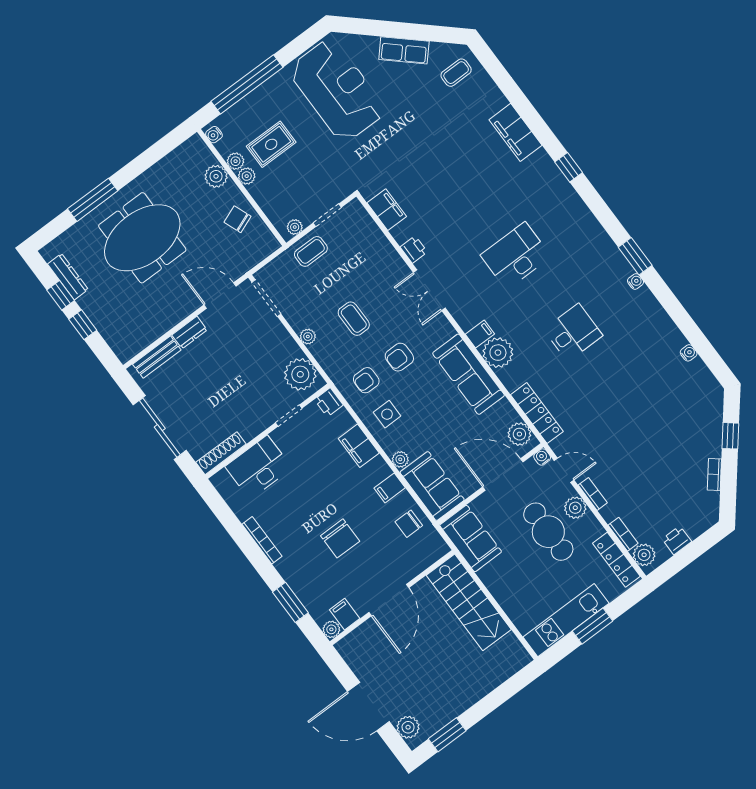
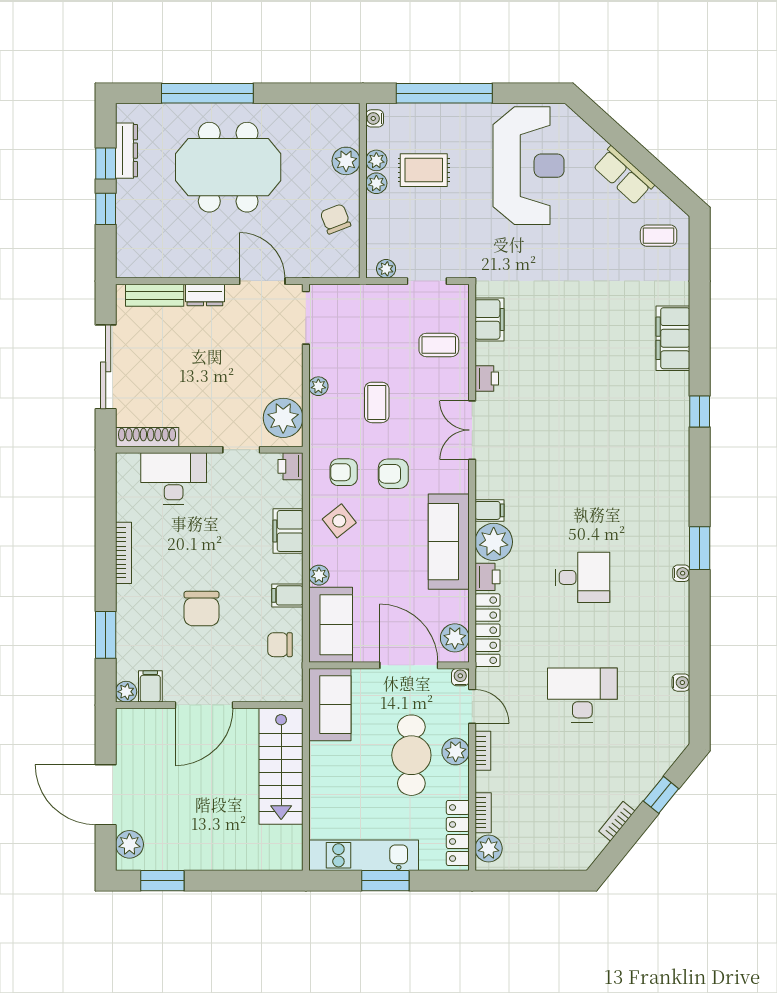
window: (93, 200) -> (207, 93), width x1.46
coffee table: (311, 251) -> (439, 345), moved
desk: (516, 256) -> (582, 695), moved
side table: (387, 414) -> (339, 521), turned -38
printer: (677, 540) -> (487, 577), moved, turned 90

